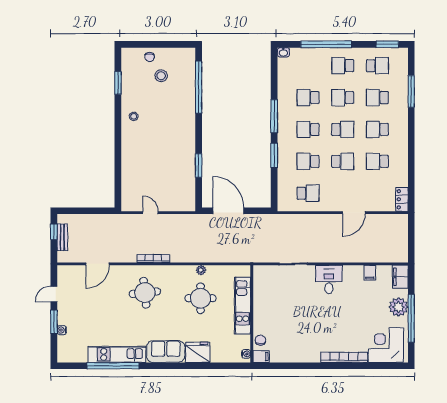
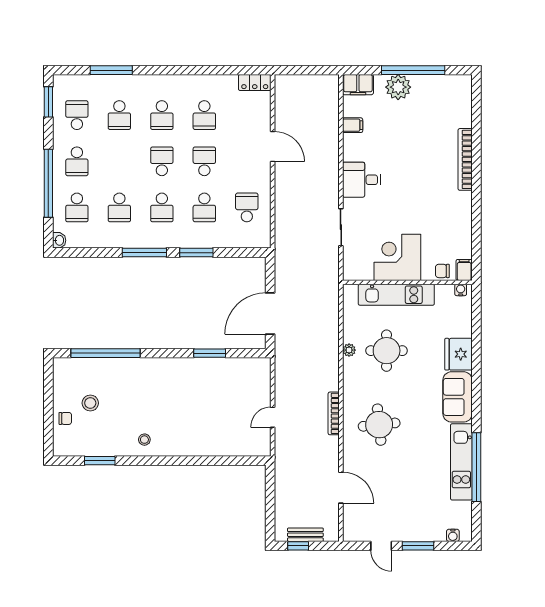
school desk: (343, 98) -> (77, 207), moved
water cooler: (62, 330) -> (453, 535), moved
corner desk: (386, 345) -> (397, 257), moved, turned 90

